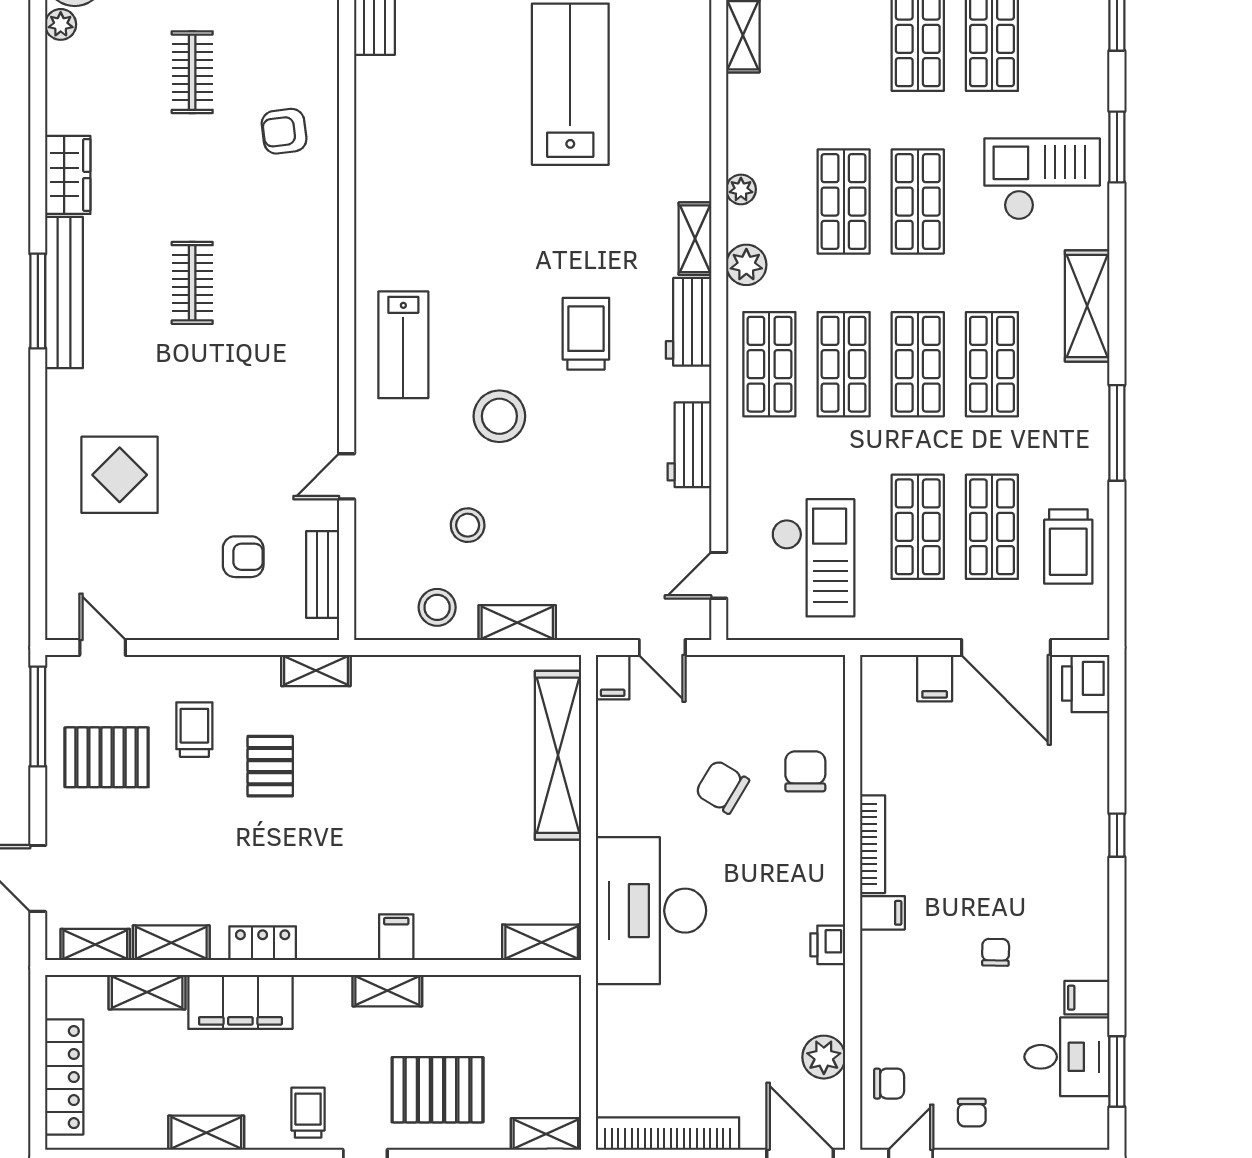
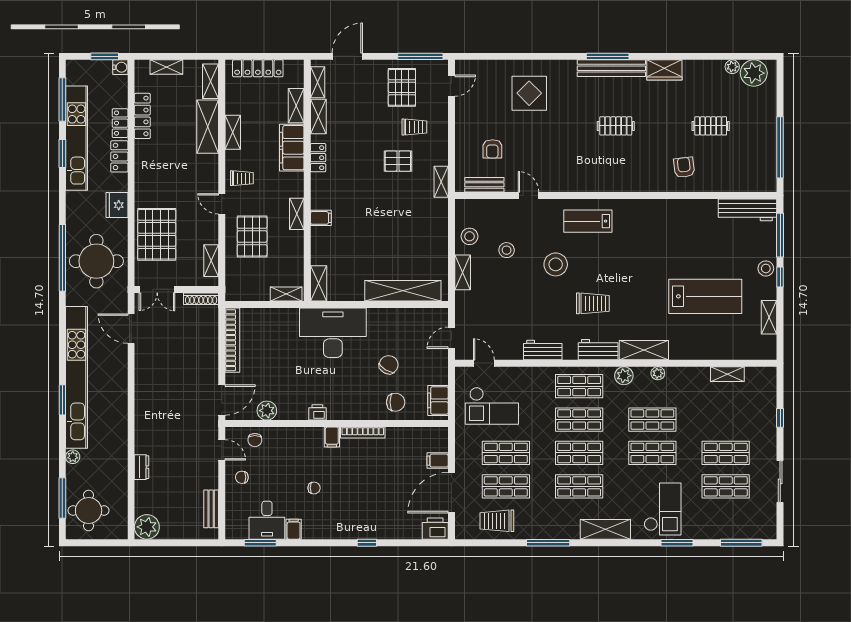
shelving: (695, 239) -> (644, 350), width x1.50, depth x1.33
filing cabinet: (613, 677) -> (438, 400), moved, width x2.00
shelving: (546, 1134) -> (286, 294), moved, turned 90

